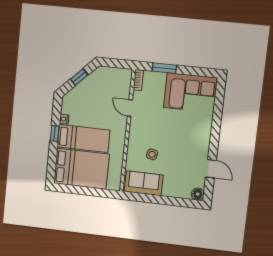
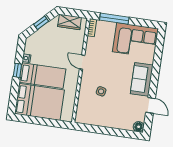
window: (164, 68) -> (114, 19), width x1.44
wardrobe: (112, 75) -> (70, 22), added
door: (130, 108) -> (82, 62), moved
sofa: (144, 183) -> (142, 79), moved, turned -90

